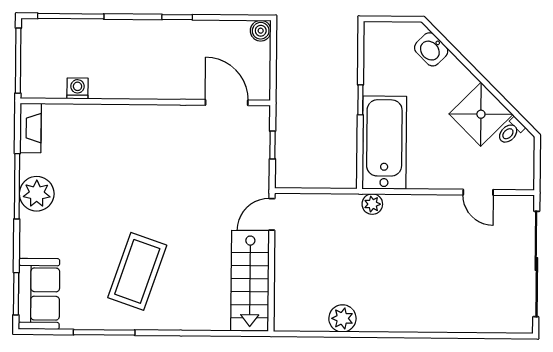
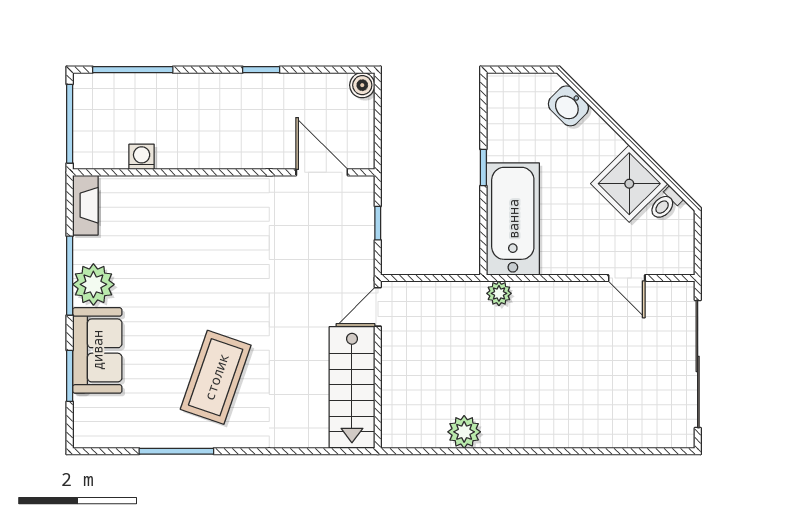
window: (16, 294) -> (70, 376), moved
sofa: (39, 294) -> (97, 350), moved

